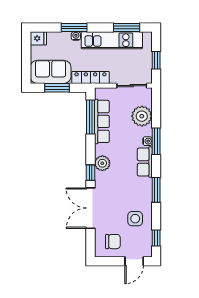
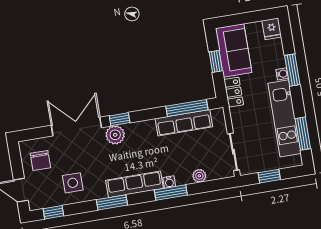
locker: (90, 77) -> (234, 92), width x0.66
window: (57, 88) -> (216, 61), width x0.67
plant: (142, 116) -> (199, 176), width x0.53, depth x0.53
row of seats: (145, 162) -> (134, 184), width x1.48
plant: (102, 163) -> (115, 135), moved

